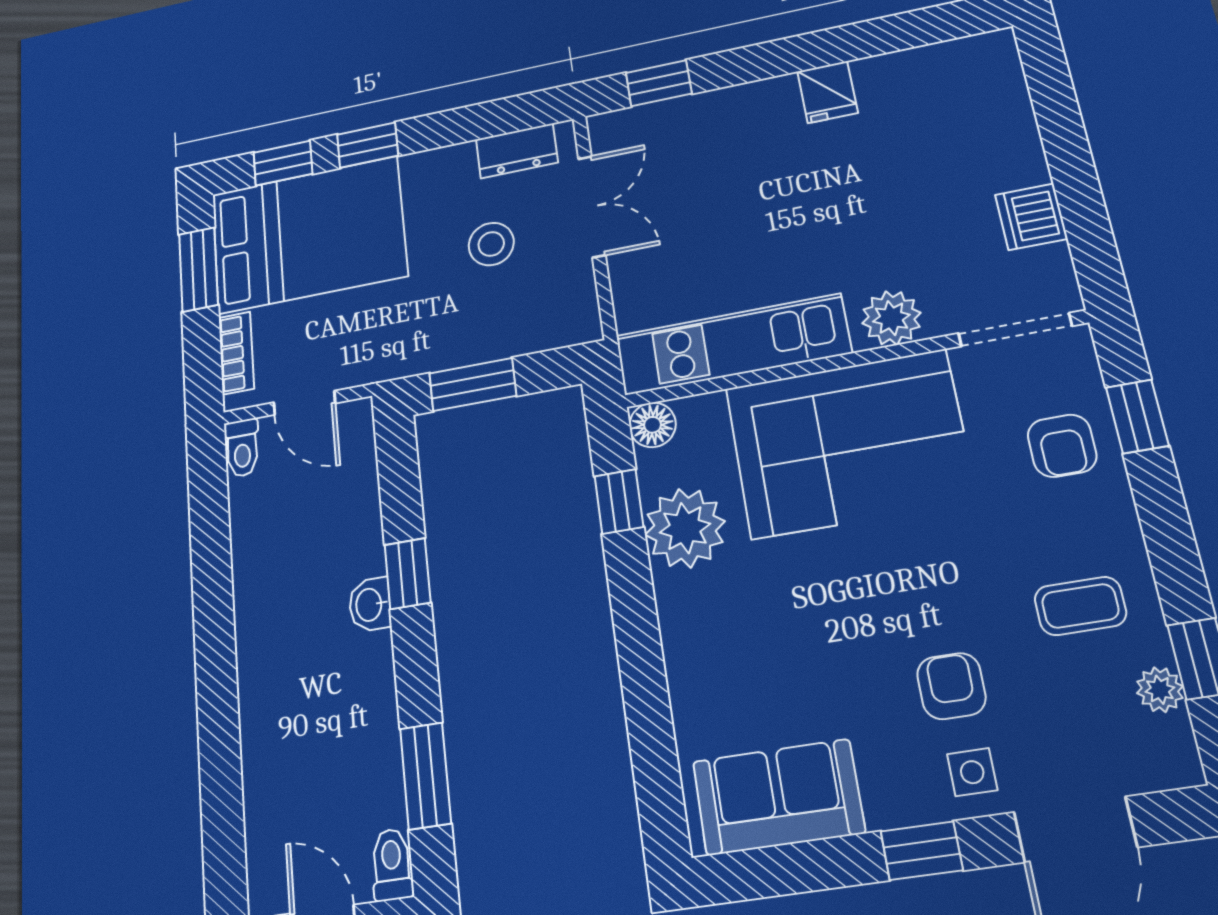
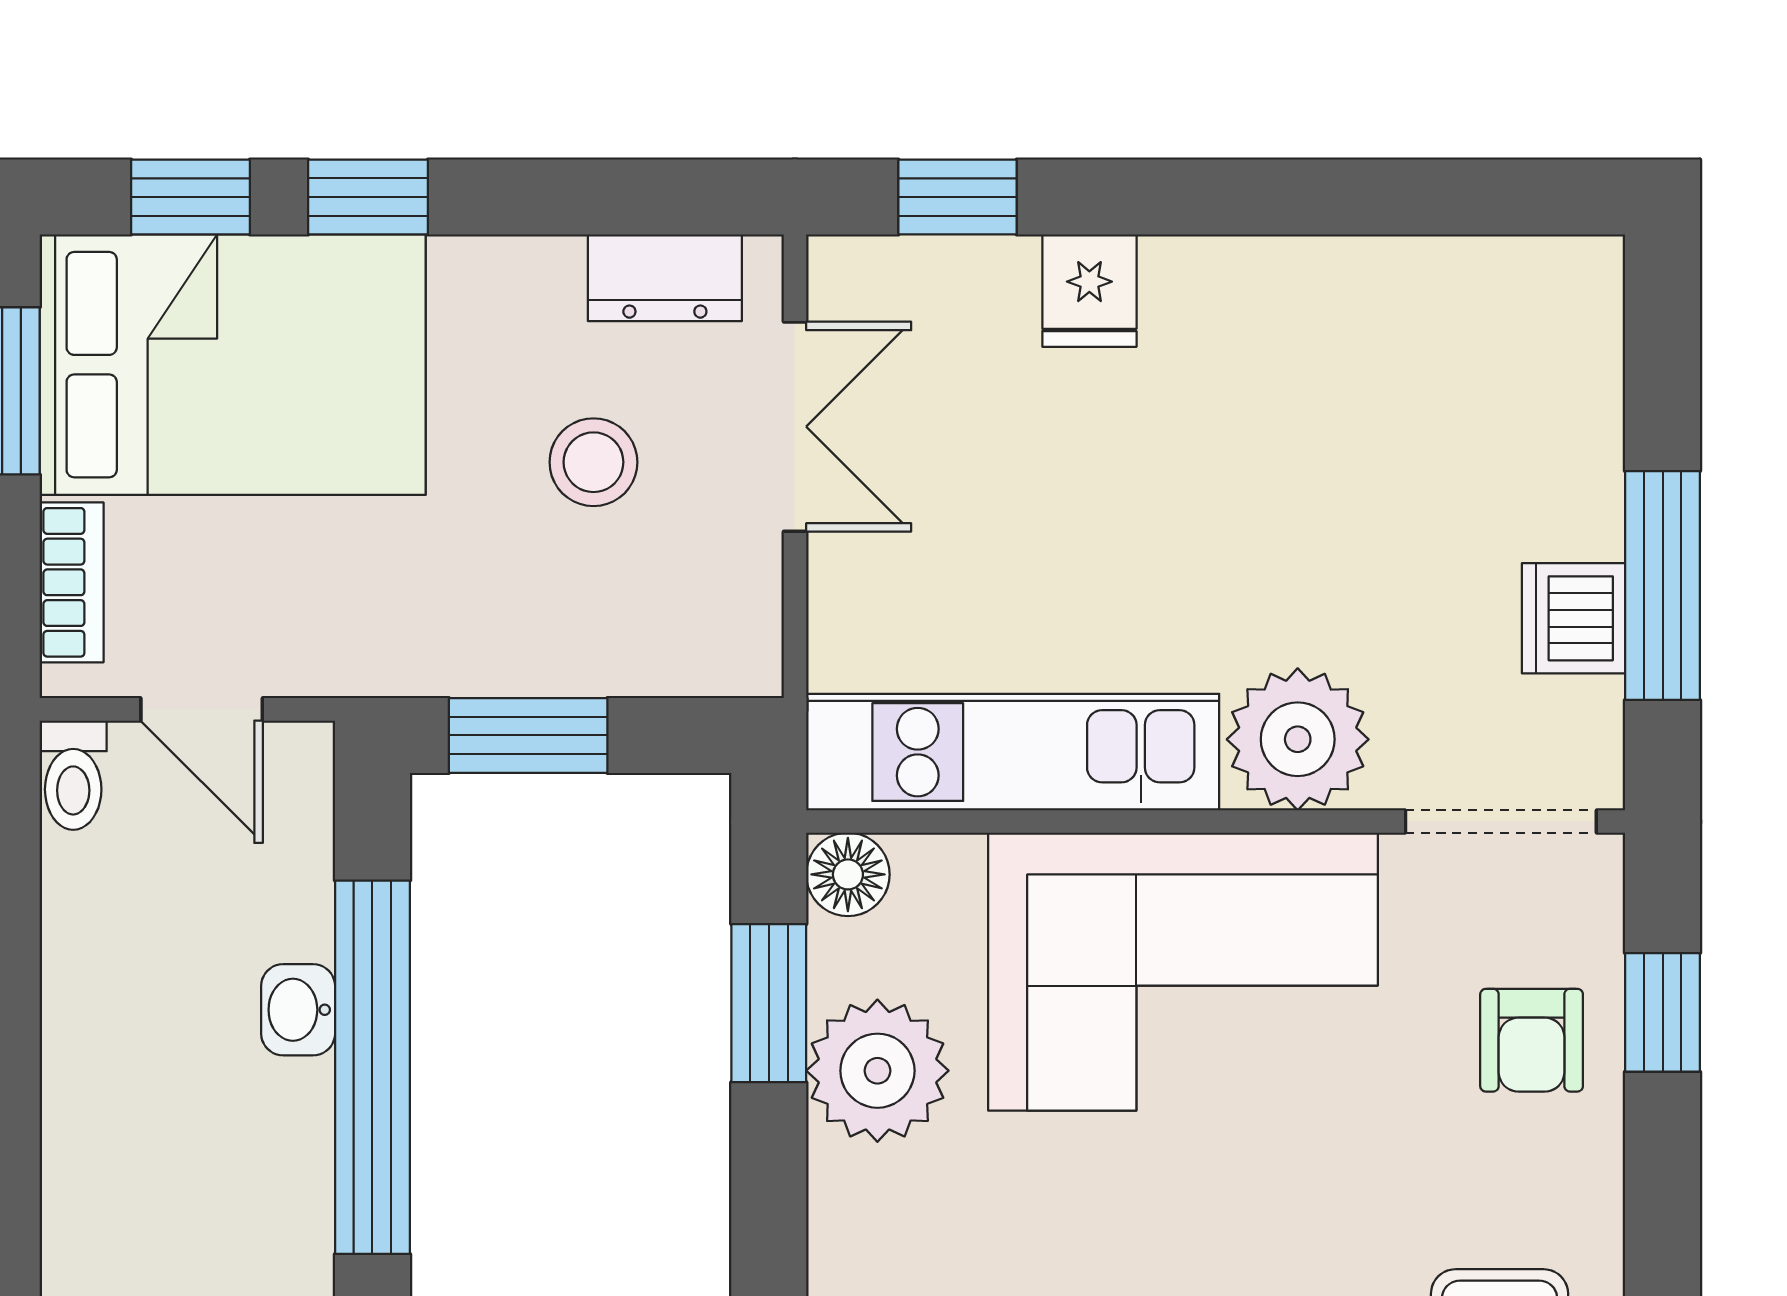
fridge: (828, 92) -> (1089, 291), moved
window: (1078, 190) -> (1663, 585), added
plant: (891, 318) -> (1298, 739), width x1.36, depth x1.36
window: (619, 502) -> (769, 1003), width x1.50
window: (408, 574) -> (372, 1067), width x3.17
washbasin: (370, 605) -> (298, 1010), moved

